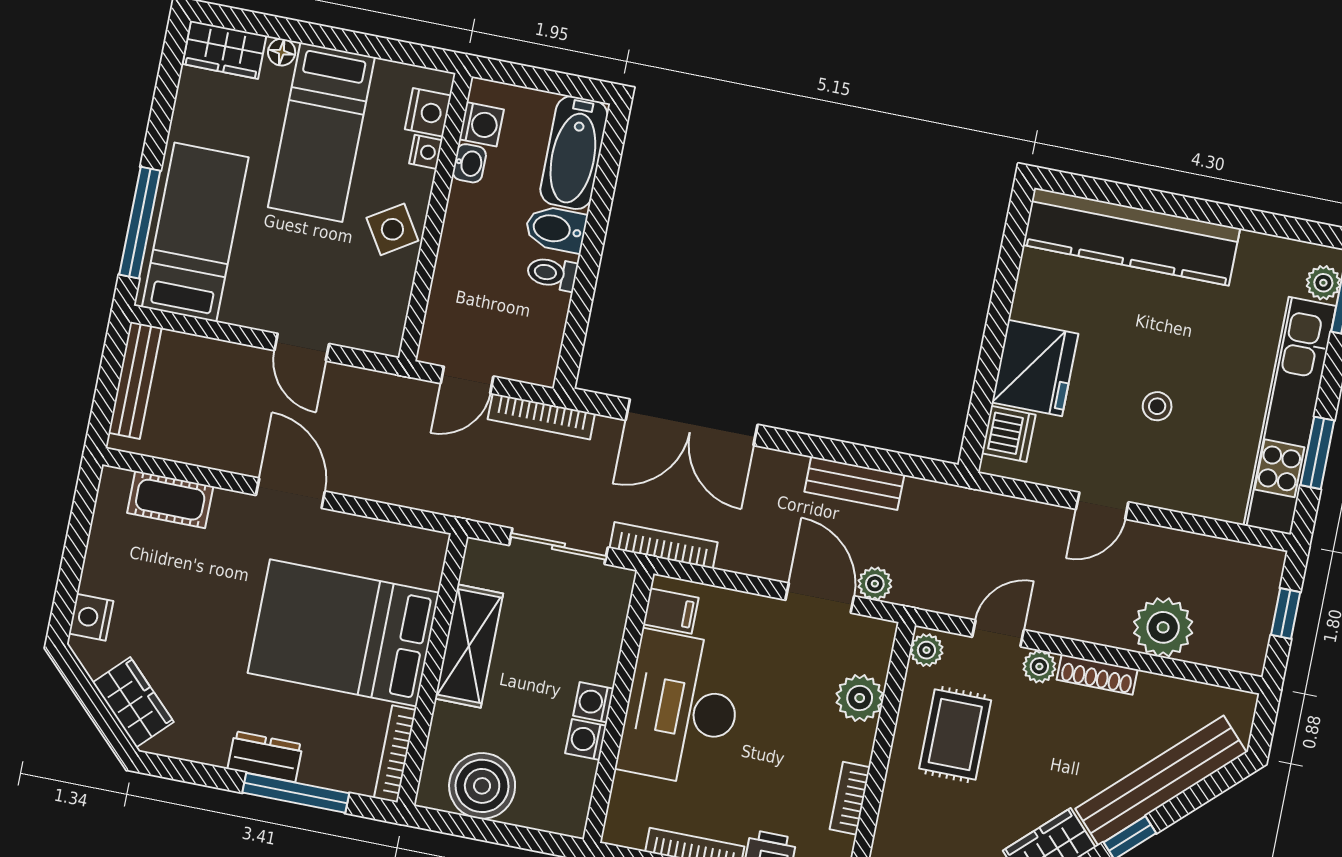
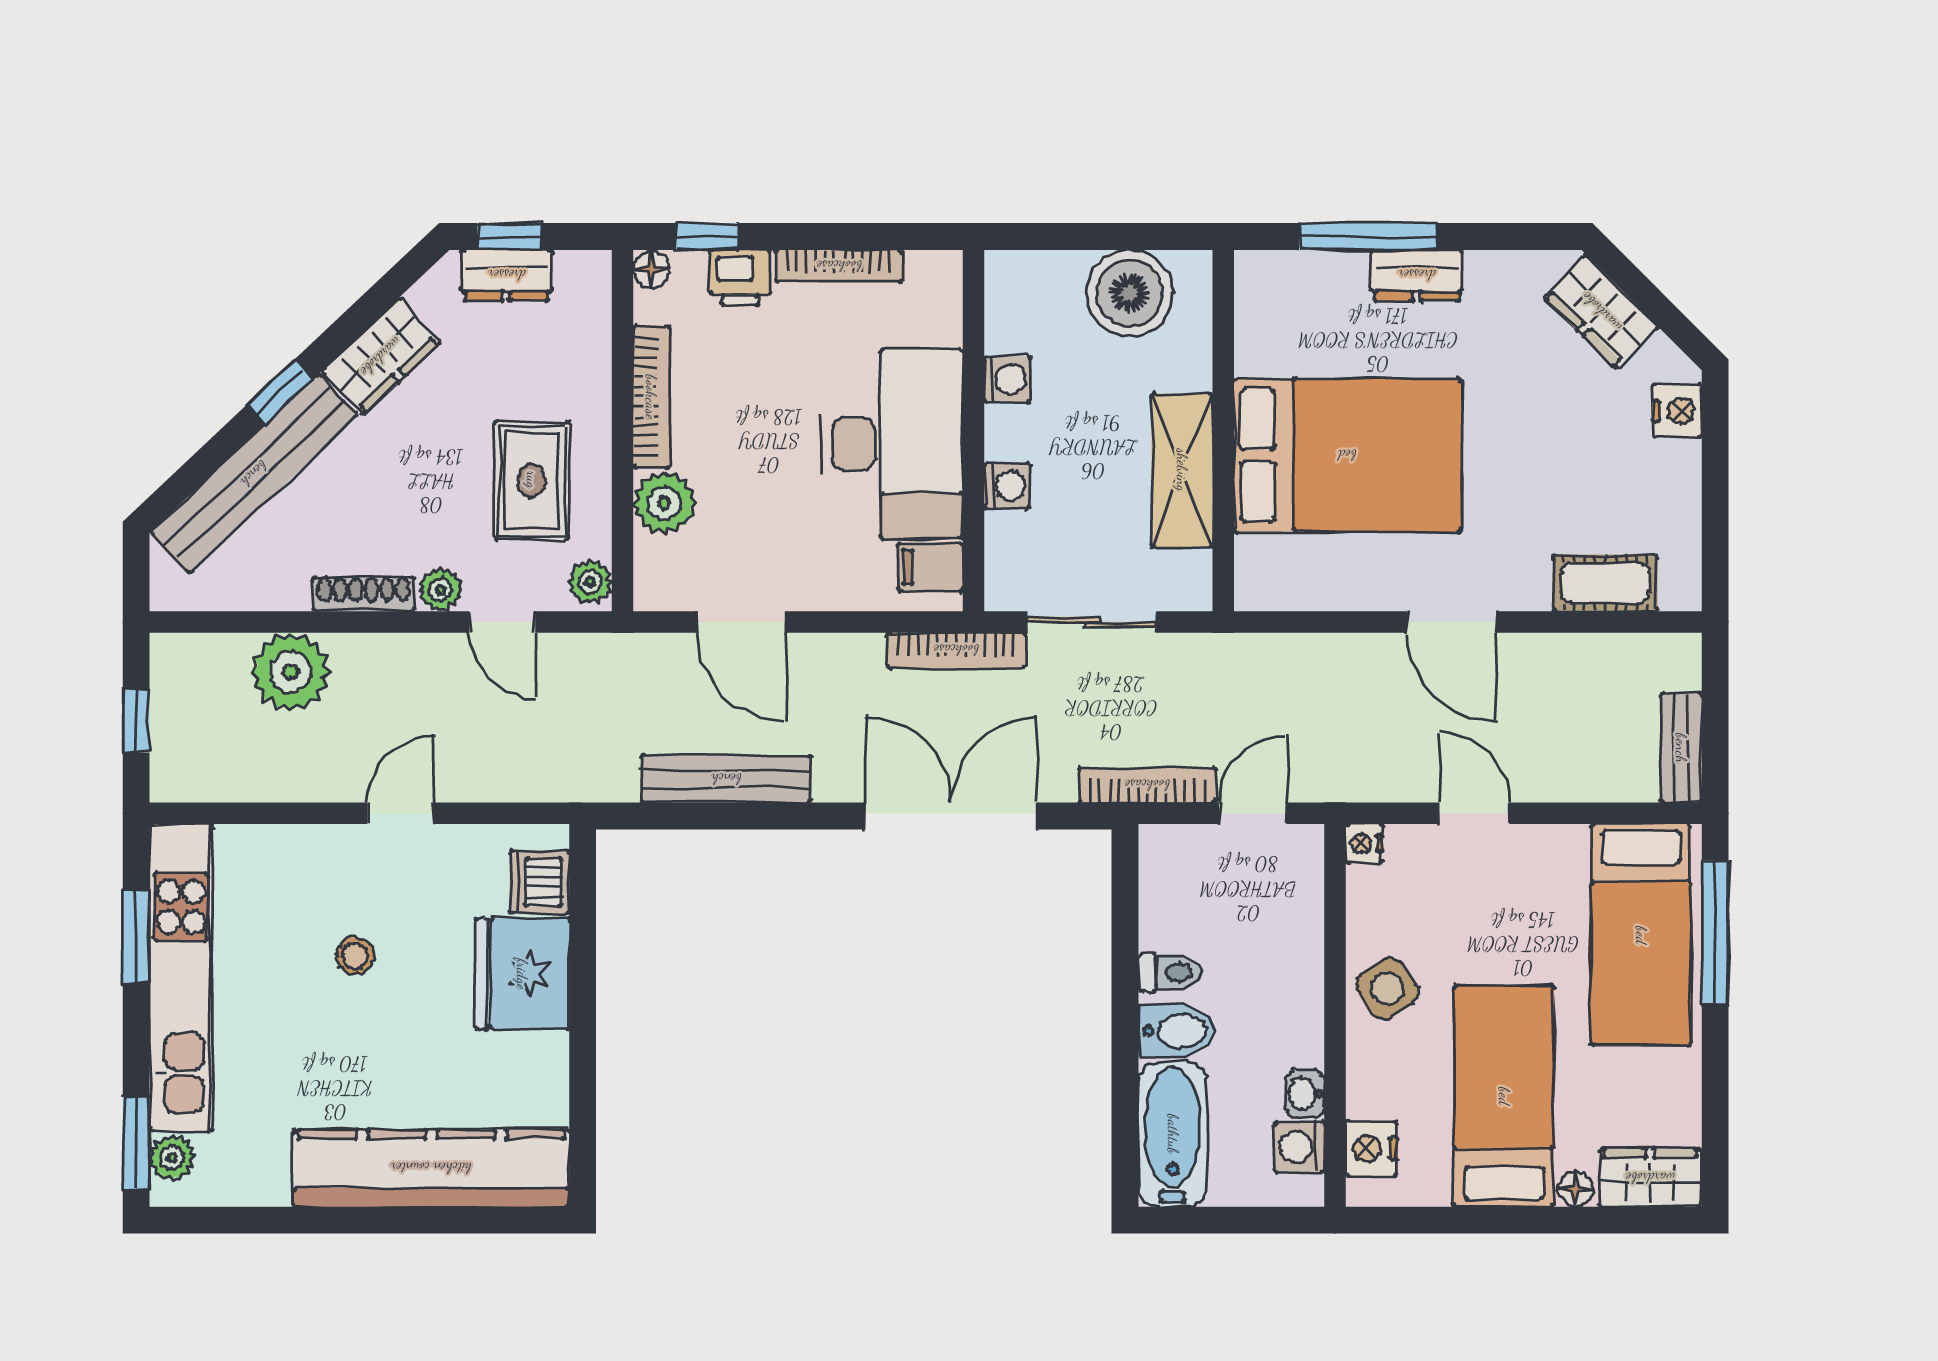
nightstand: (426, 152) -> (1364, 844), moved
bench: (135, 380) -> (1681, 748), width x0.73
bench: (854, 483) -> (726, 779), width x1.36
plant: (875, 584) -> (674, 655), removed
door: (998, 633) -> (502, 622), hinge flipped
washing machine: (593, 702) -> (1007, 486), moved
bookcase: (395, 754) -> (1250, 312), removed
bookcase: (850, 798) -> (651, 397), width x1.56

